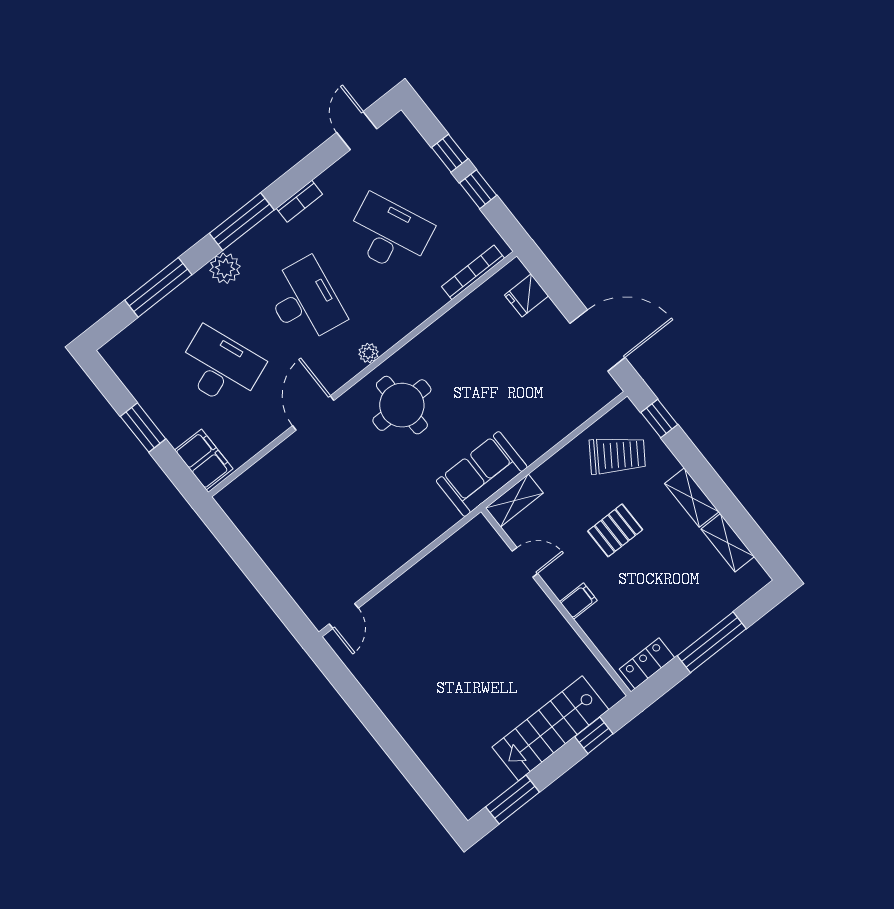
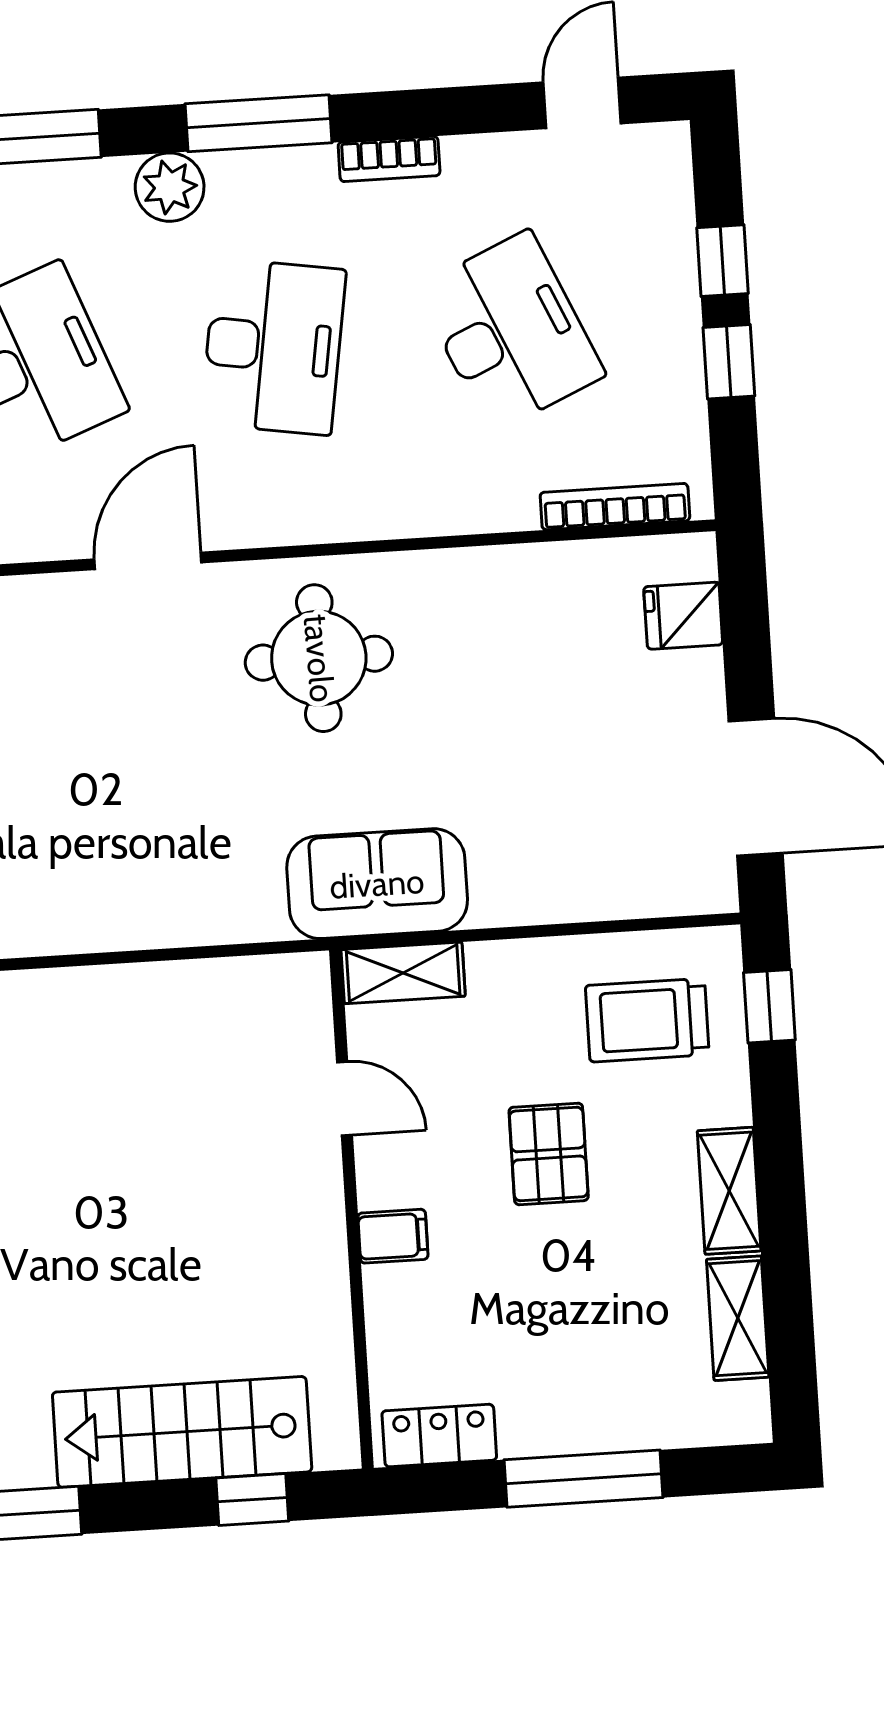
plant: (369, 353) -> (324, 522), removed
trolley: (617, 455) -> (647, 1020), turned 146
pallet: (615, 530) -> (549, 1154), turned 90

